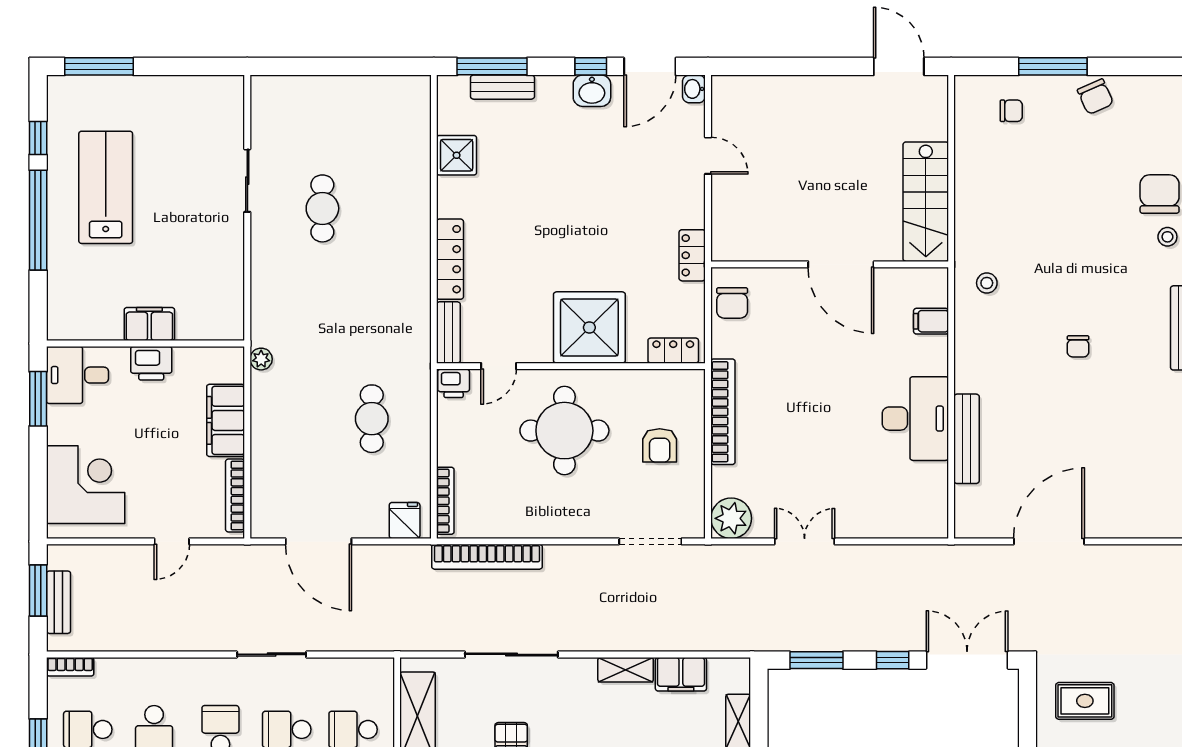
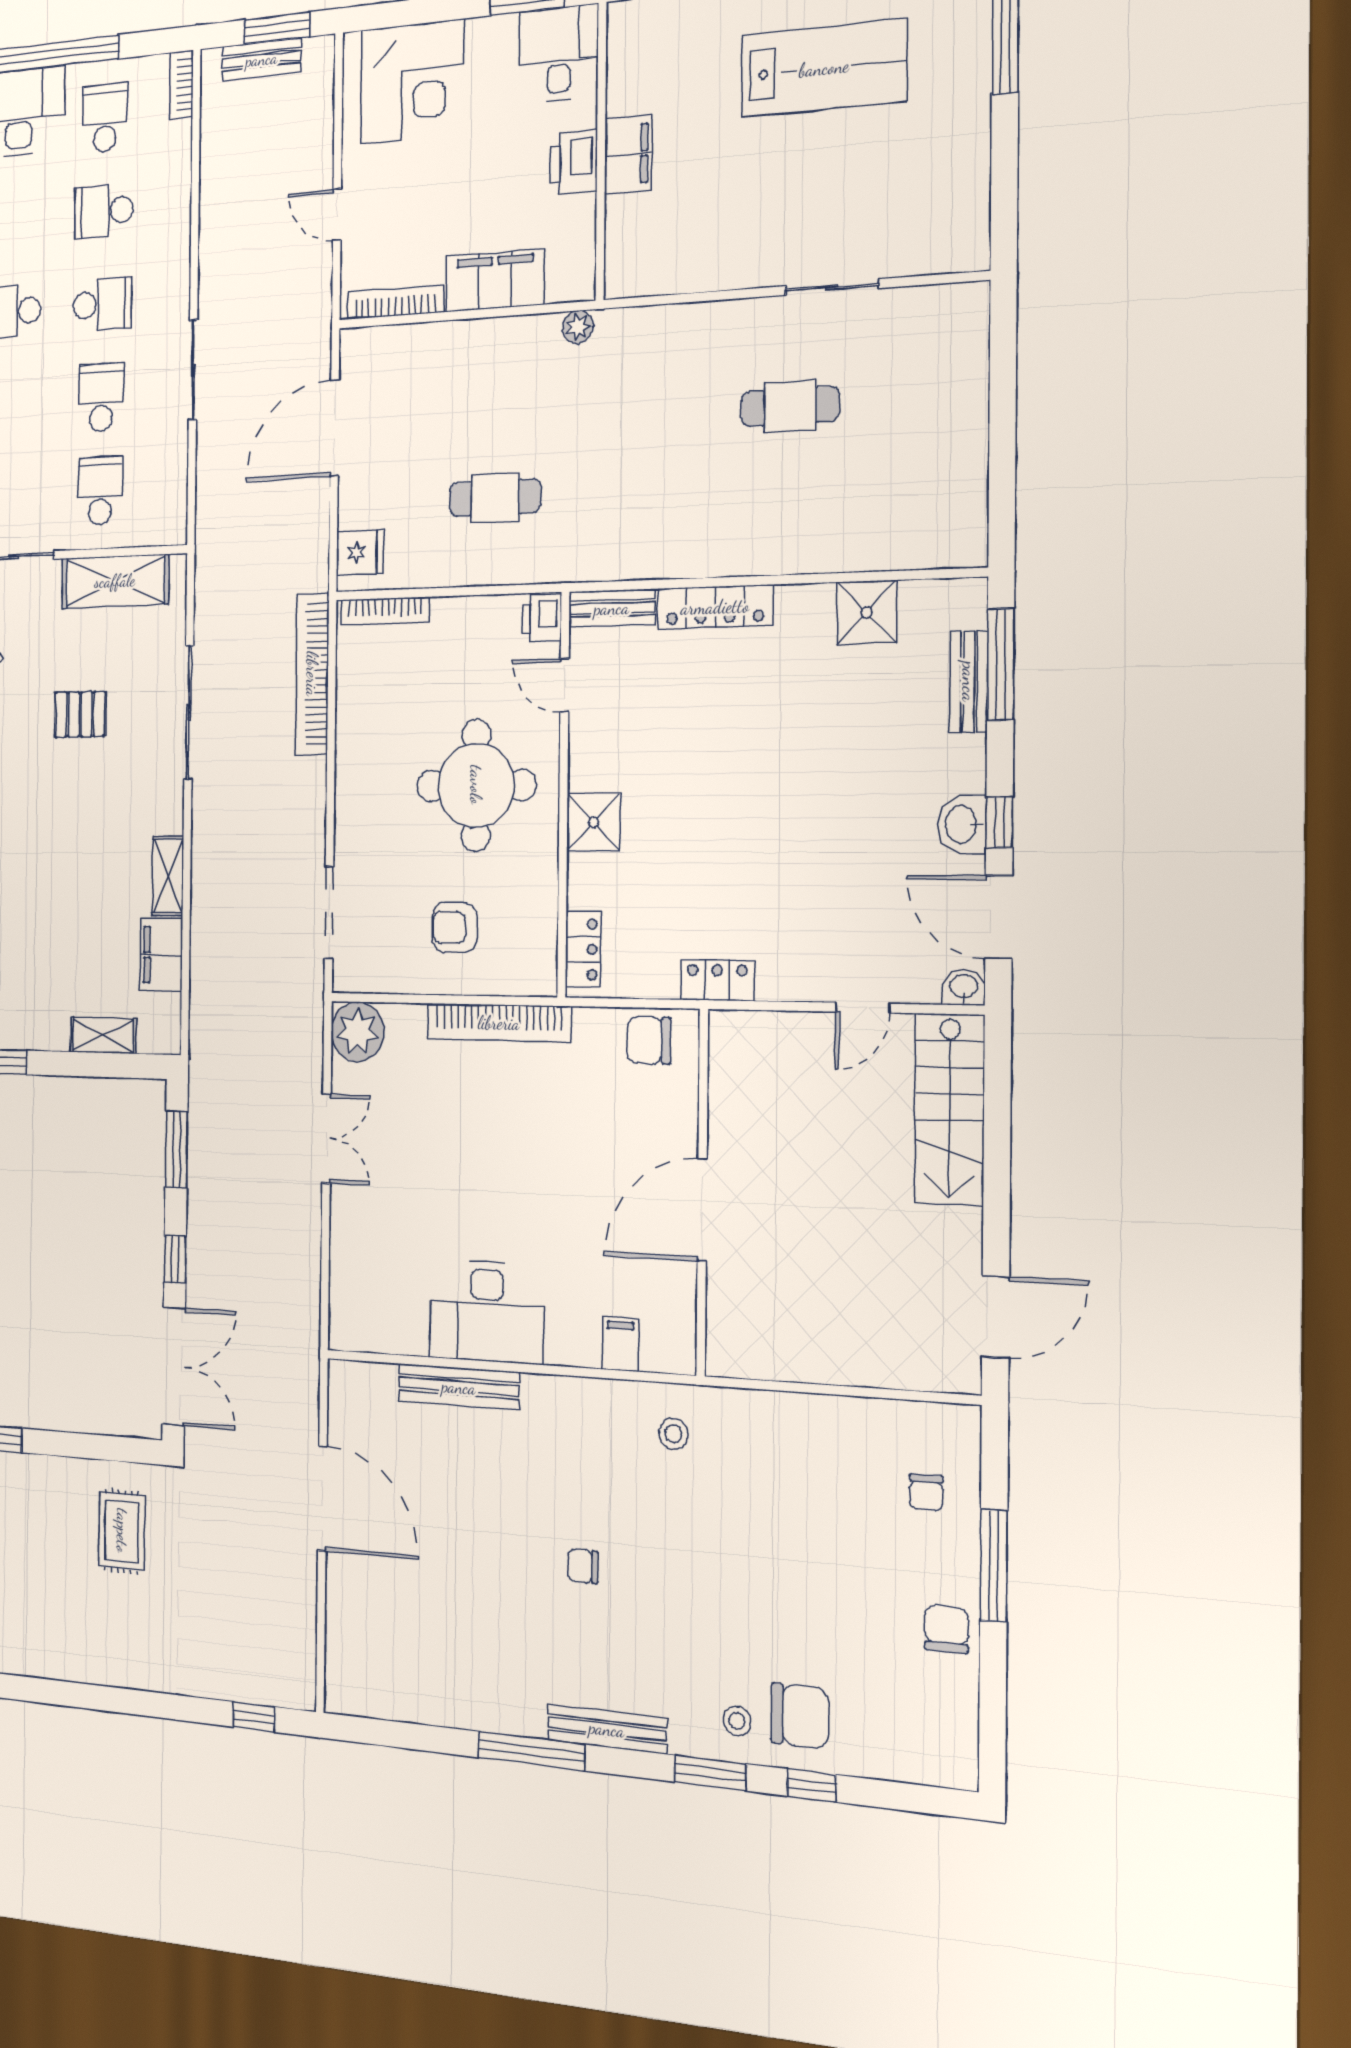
chair: (1095, 97) -> (947, 1629), turned 114
stairs: (926, 202) -> (950, 1109), moved, turned -90
shower: (589, 328) -> (594, 822), width x0.54, depth x0.54

